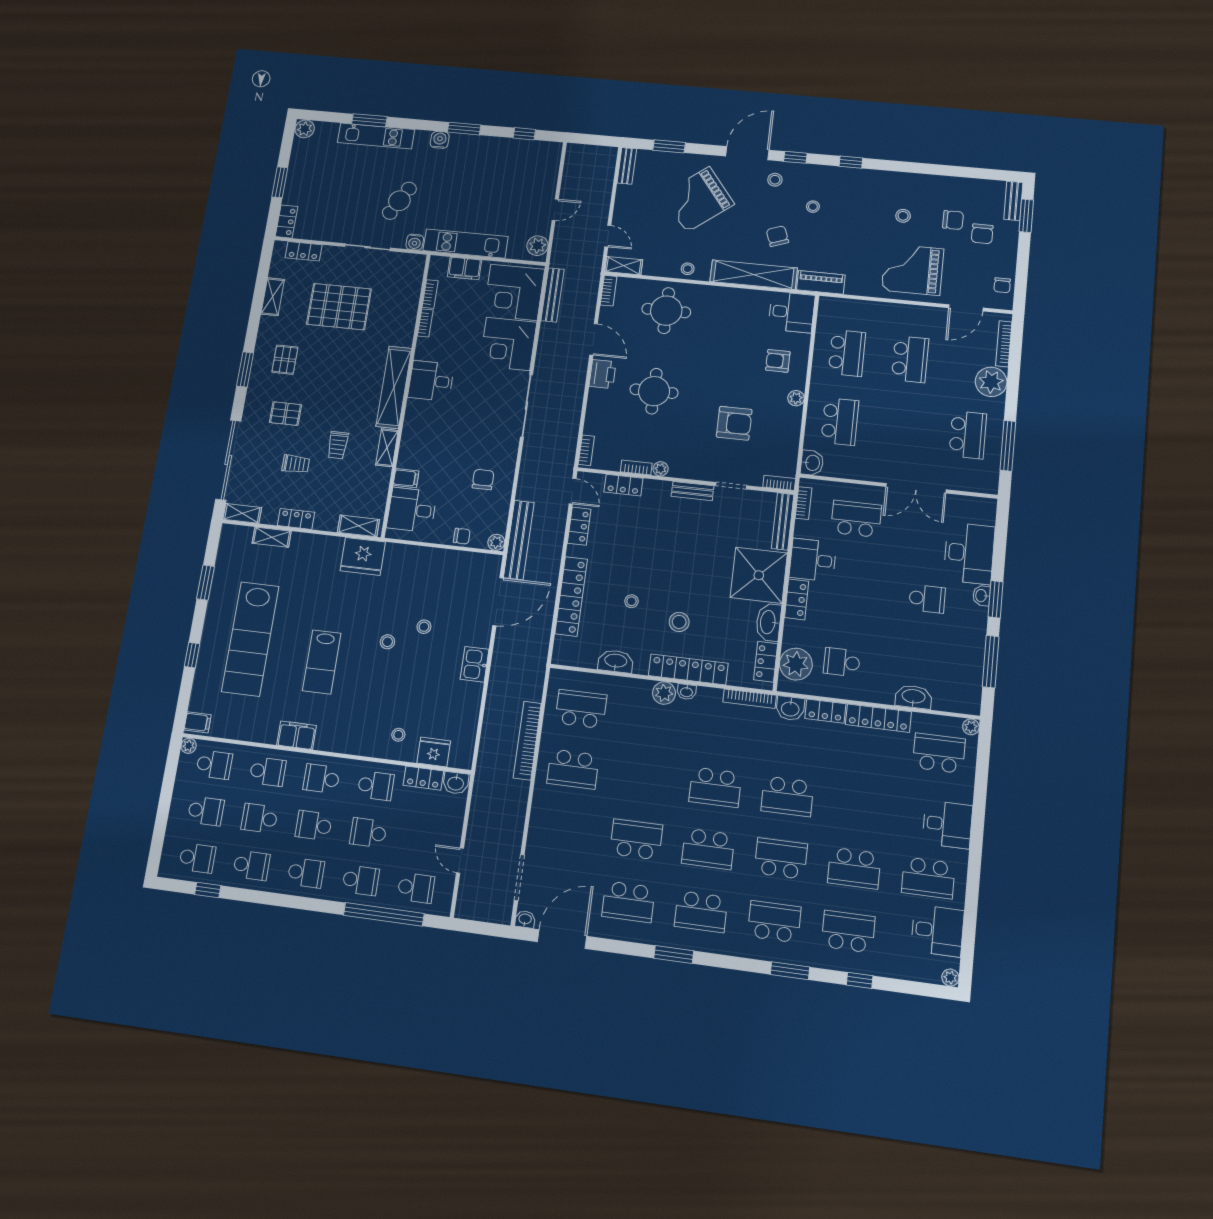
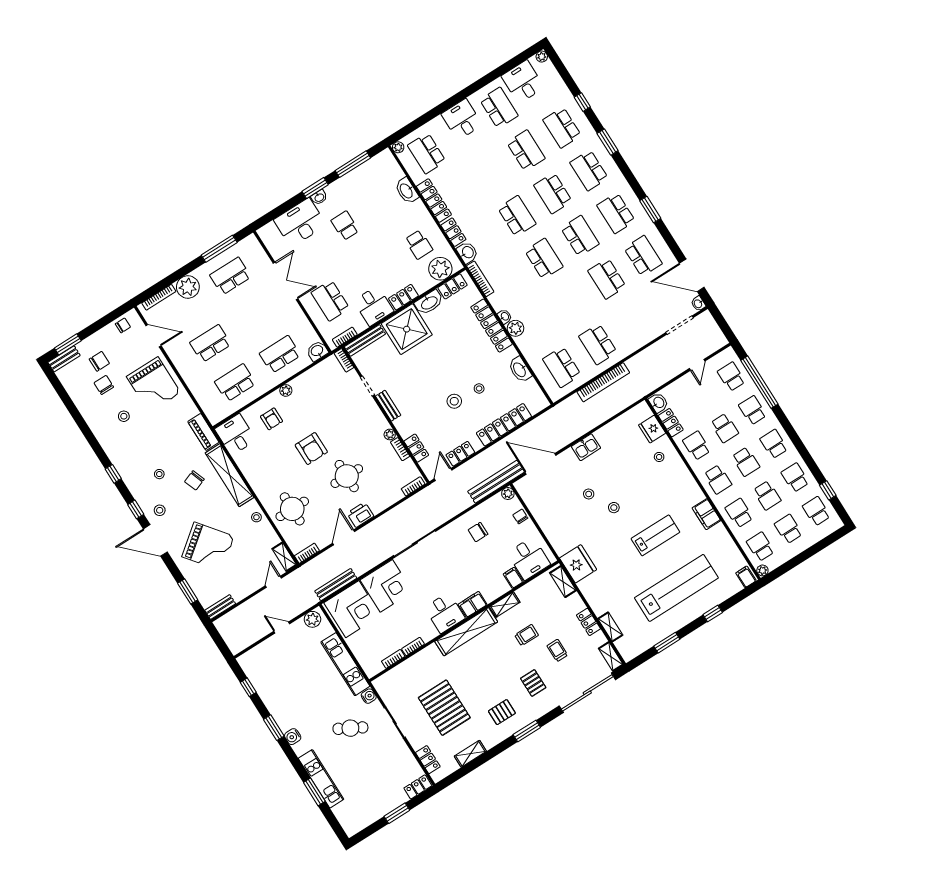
plant: (305, 129) -> (351, 828), removed
filing cabinet: (464, 268) -> (473, 604), moved, turned -90
armchair: (734, 423) -> (311, 449), moved, turned 180
stool: (679, 622) -> (454, 401), moved
school desk: (573, 769) -> (598, 344), turned 180
school desk: (701, 912) -> (616, 213), turned 180

